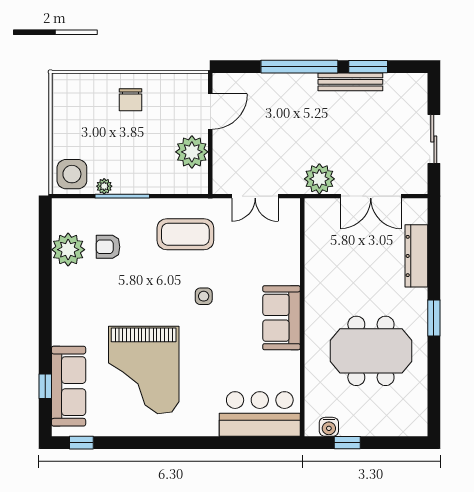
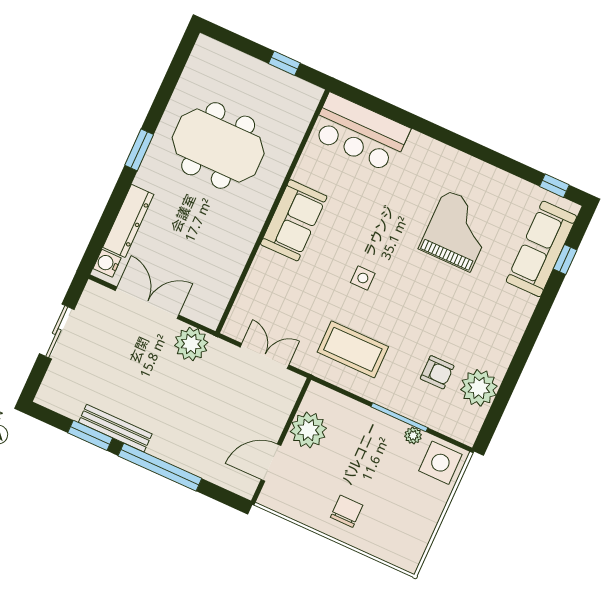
grand piano: (144, 370) -> (458, 231), width x0.73, depth x0.68
water cooler: (329, 427) -> (107, 263), moved, turned -90

